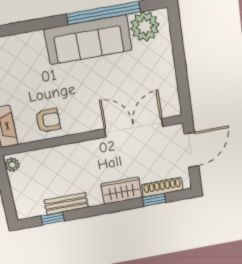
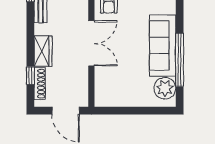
double door: (134, 128) -> (91, 43), moved

